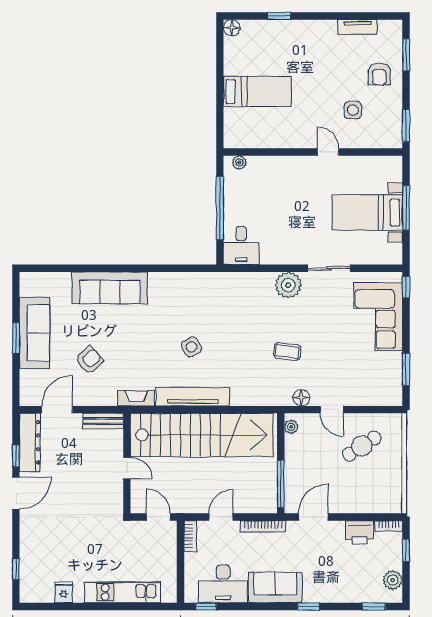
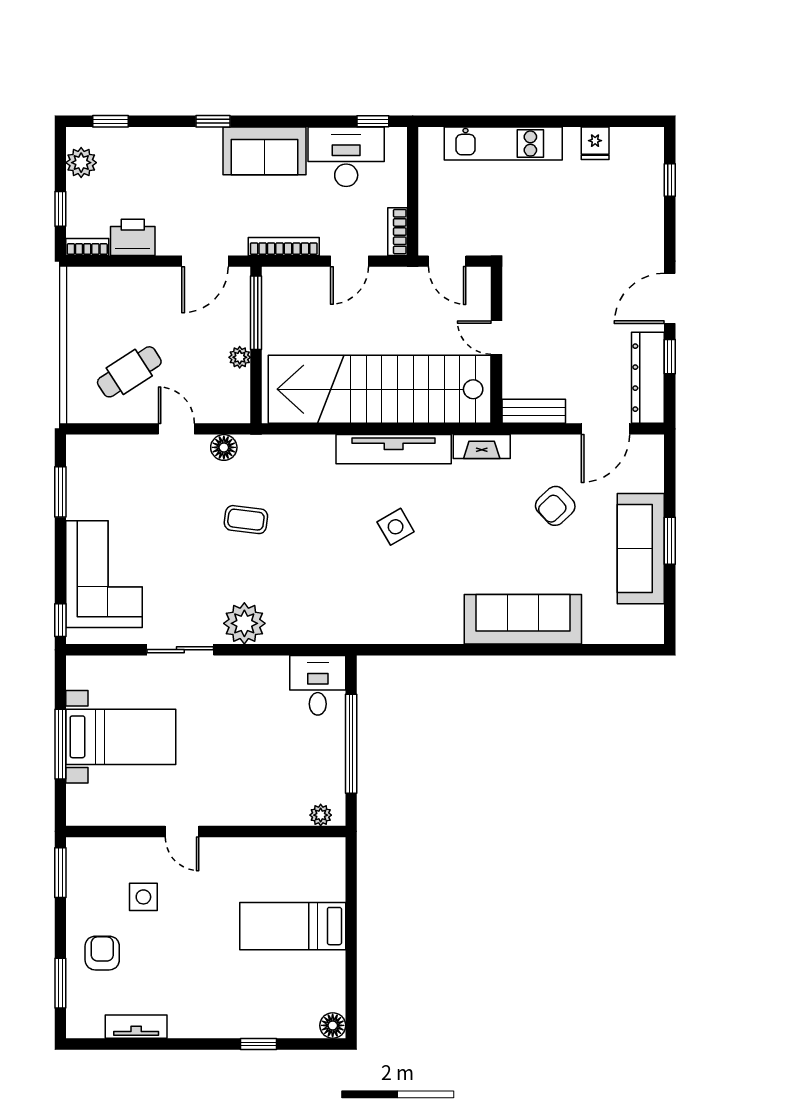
plant: (291, 427) -> (240, 357), moved

